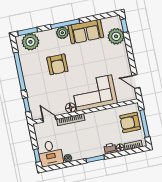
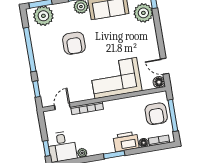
floor lamp: (71, 108) -> (159, 82), moved
door: (49, 119) -> (62, 106), hinge flipped
armchair: (130, 122) -> (156, 114), turned -90
printer: (110, 149) -> (126, 142), width x1.87, depth x1.48

